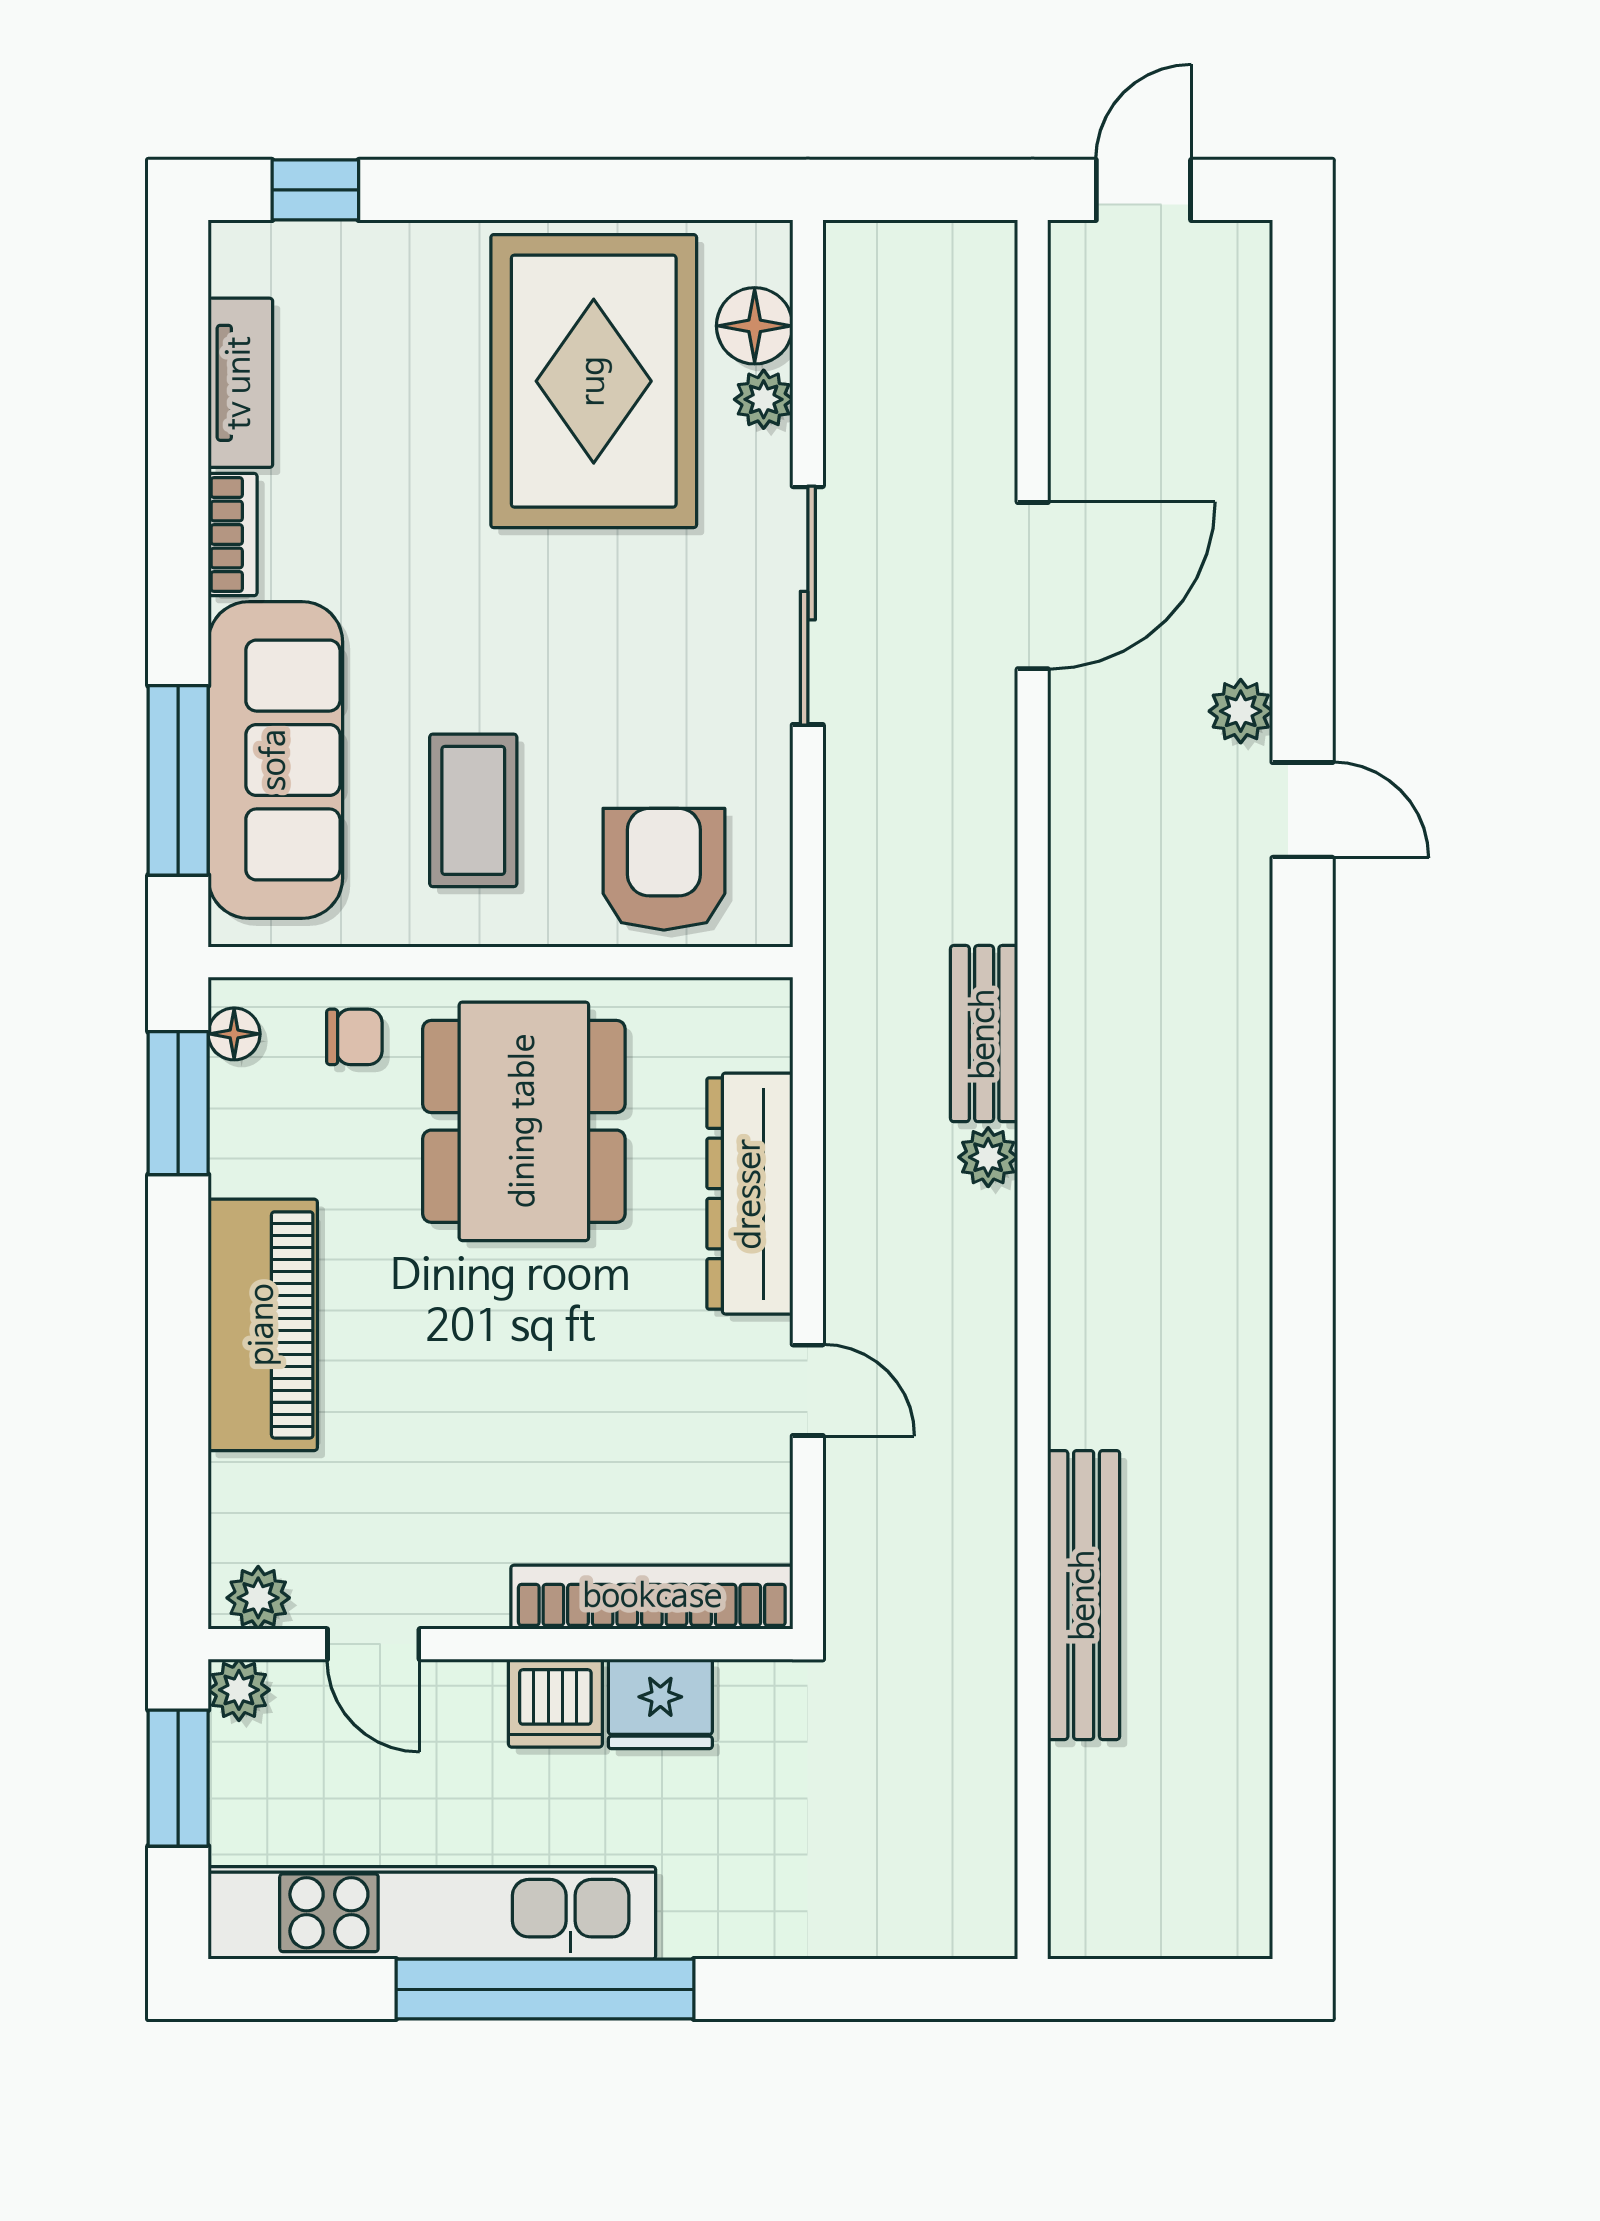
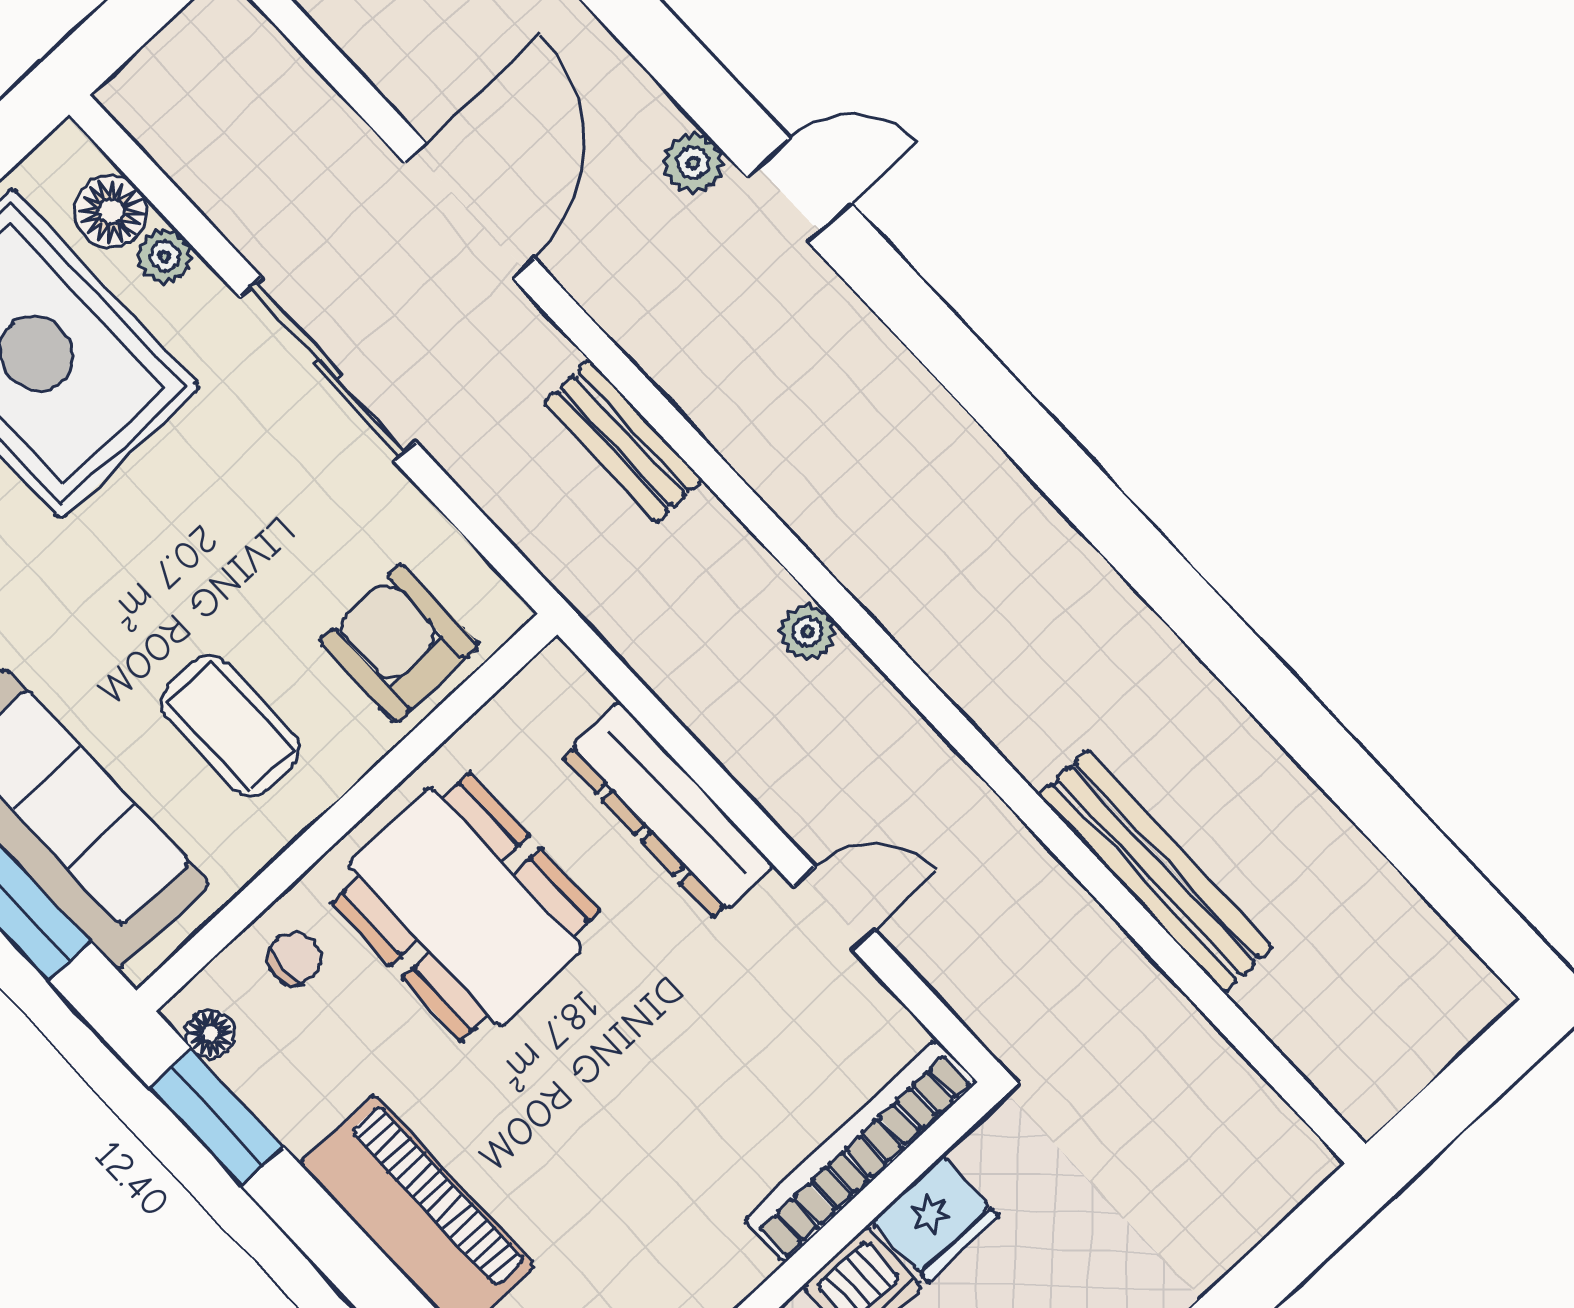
bench: (984, 1034) -> (623, 441), moved

